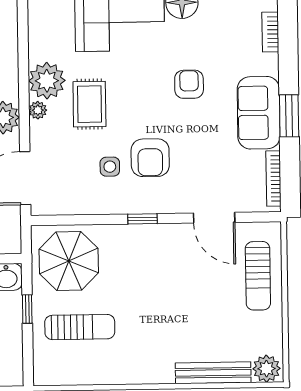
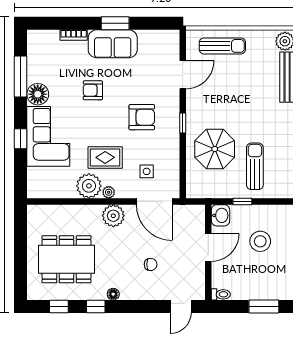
bookcase: (270, 32) -> (74, 35), moved
side table: (110, 167) -> (147, 171), moved
bookcase: (274, 179) -> (157, 34), removed
parasol: (69, 261) -> (215, 149), moved

